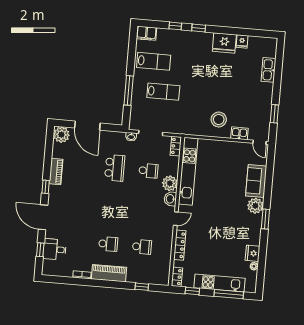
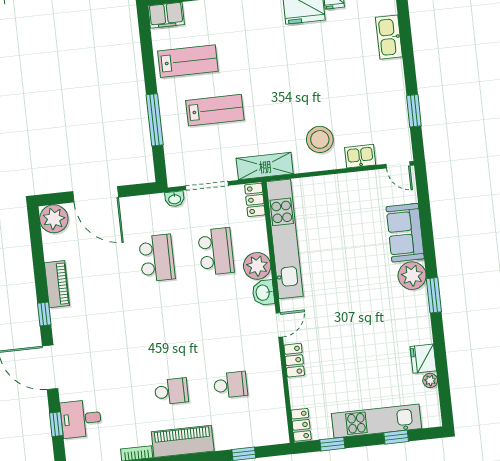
shelving: (185, 128) -> (265, 166), added
school desk: (148, 171) -> (216, 252), width x1.85
locker: (180, 245) -> (294, 360), width x0.66
window: (229, 294) -> (396, 437), width x0.46

